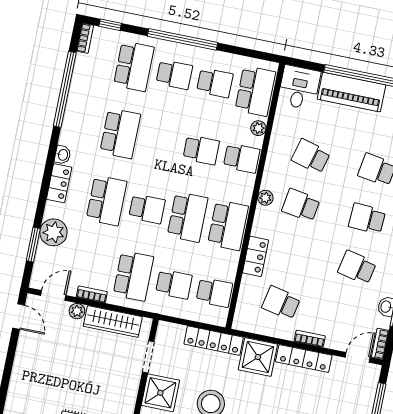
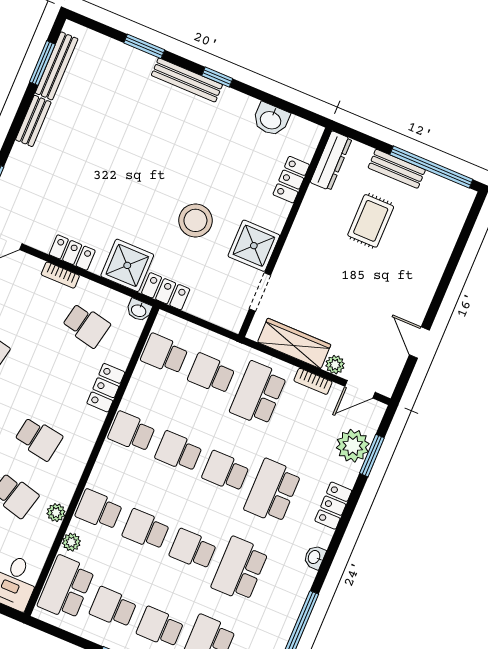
school desk: (161, 142) -> (193, 549), added
locker: (59, 183) -> (333, 506), moved
plant: (265, 198) -> (56, 513), moved
school desk: (188, 217) -> (179, 452), width x0.54
school desk: (228, 225) -> (132, 432), width x0.54
plant: (53, 232) -> (353, 446), moved
door: (19, 317) -> (419, 343), moved
washbasin: (242, 323) -> (139, 310), added
locker: (214, 341) -> (166, 291), width x0.66
locker: (304, 358) -> (72, 253), width x0.66

